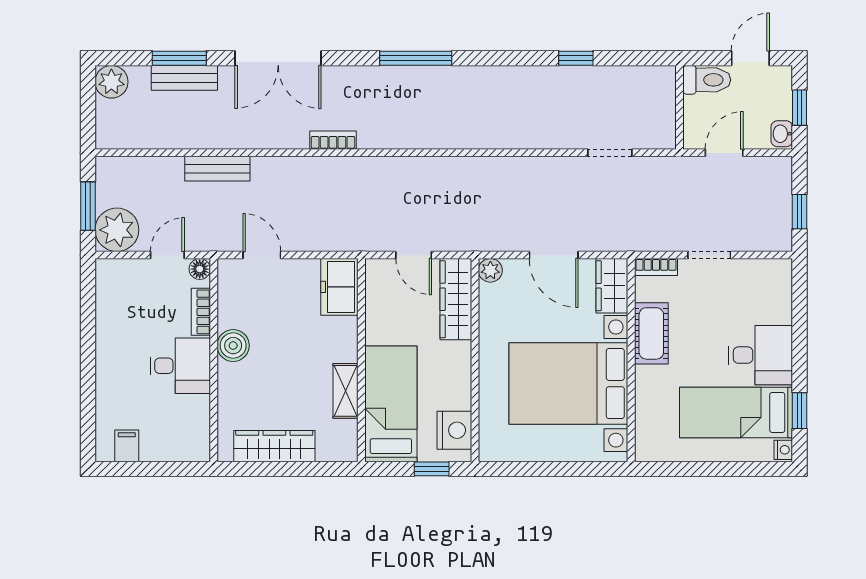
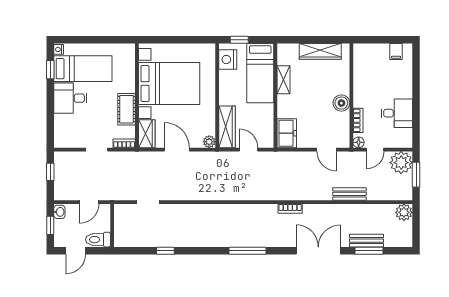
plant: (111, 82) -> (404, 212), moved
desk: (180, 366) -> (397, 113), moved, turned 180

